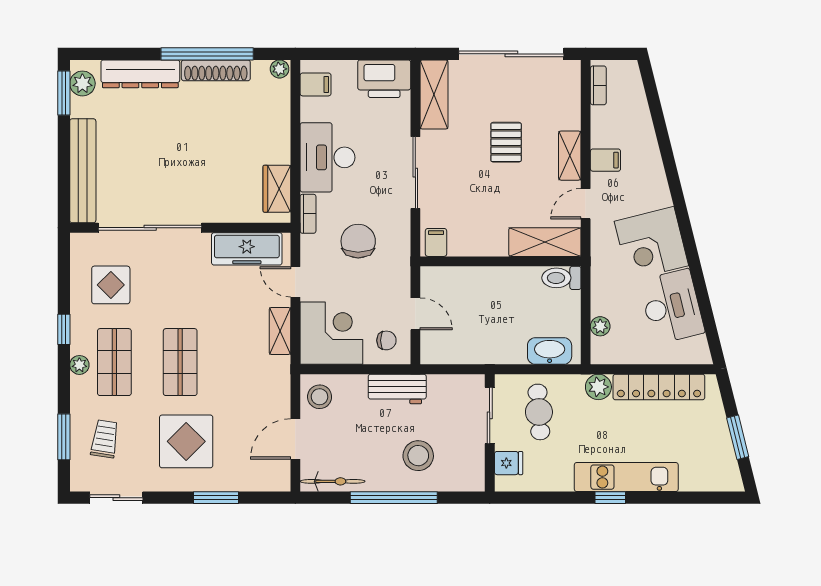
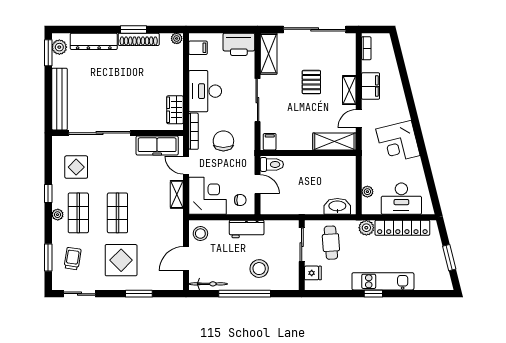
window: (207, 54) -> (133, 29), width x0.47
filing cabinet: (605, 160) -> (371, 86), width x2.00
bookcase: (308, 214) -> (194, 131), width x1.56
toilet: (561, 278) -> (272, 164), moved, turned 180
desk: (672, 307) -> (401, 199), moved, turned 104

